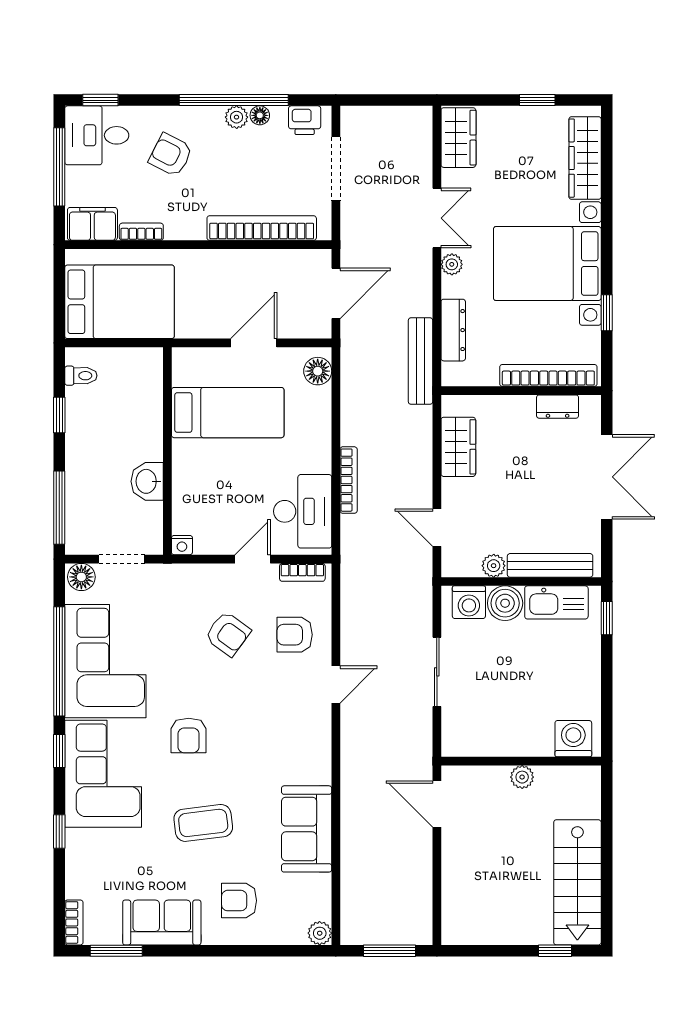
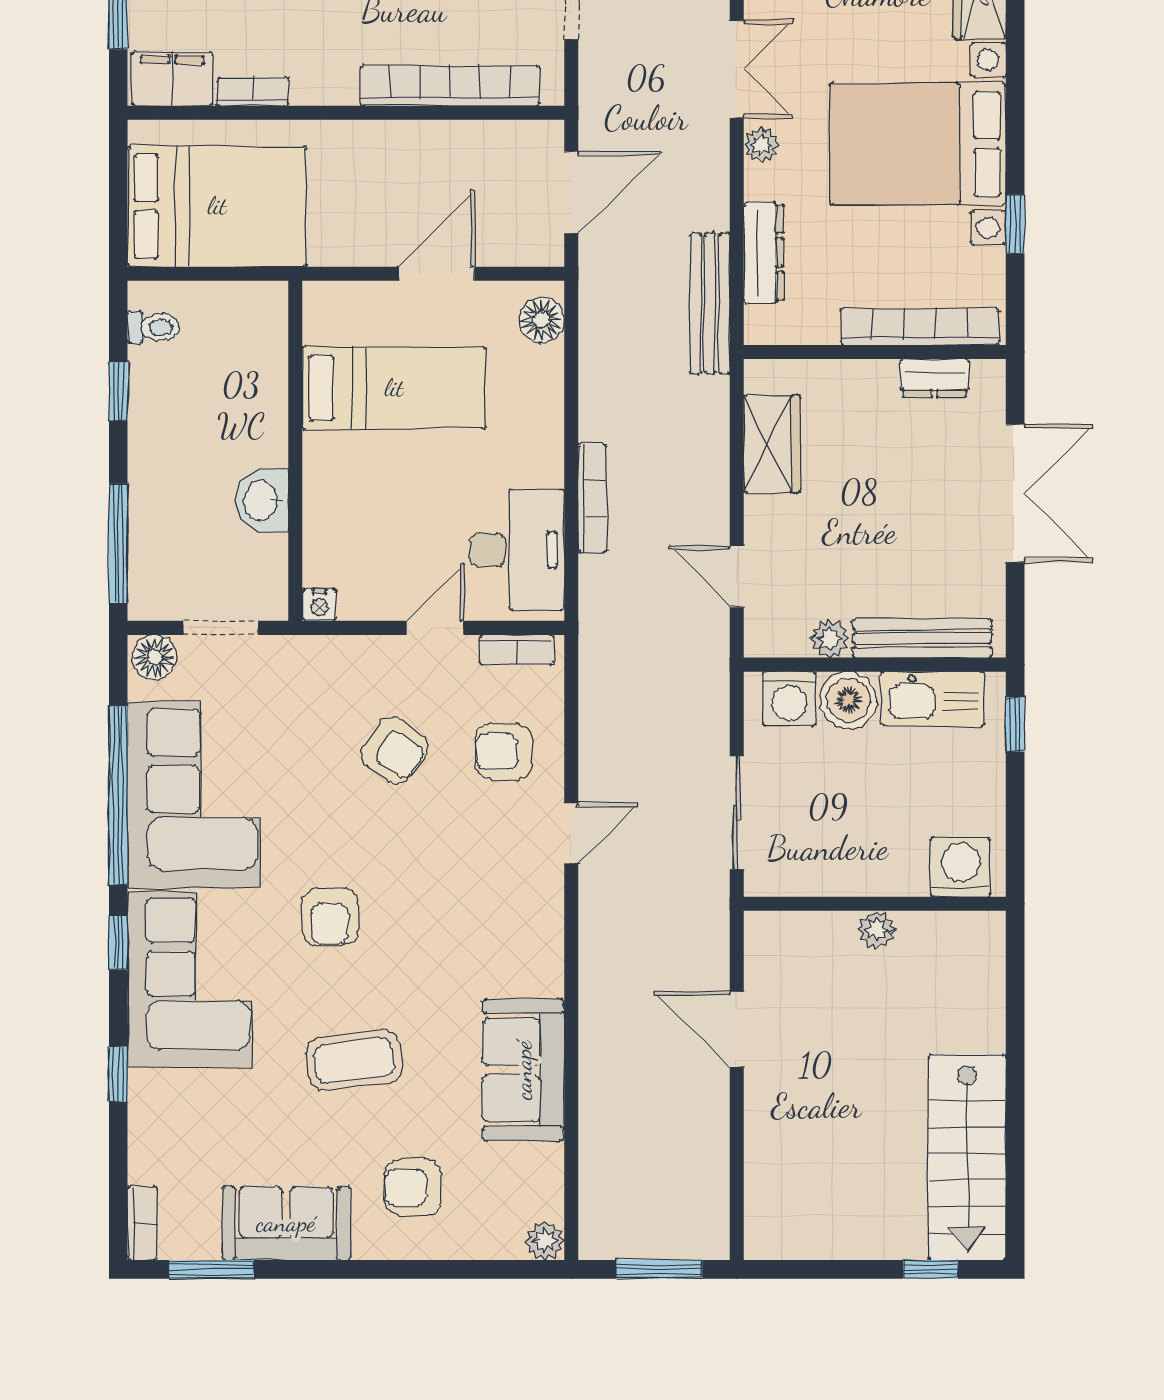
washing machine: (573, 739) -> (960, 867), moved
wall: (521, 761) -> (875, 904), moved
plant: (522, 777) -> (876, 930), moved

